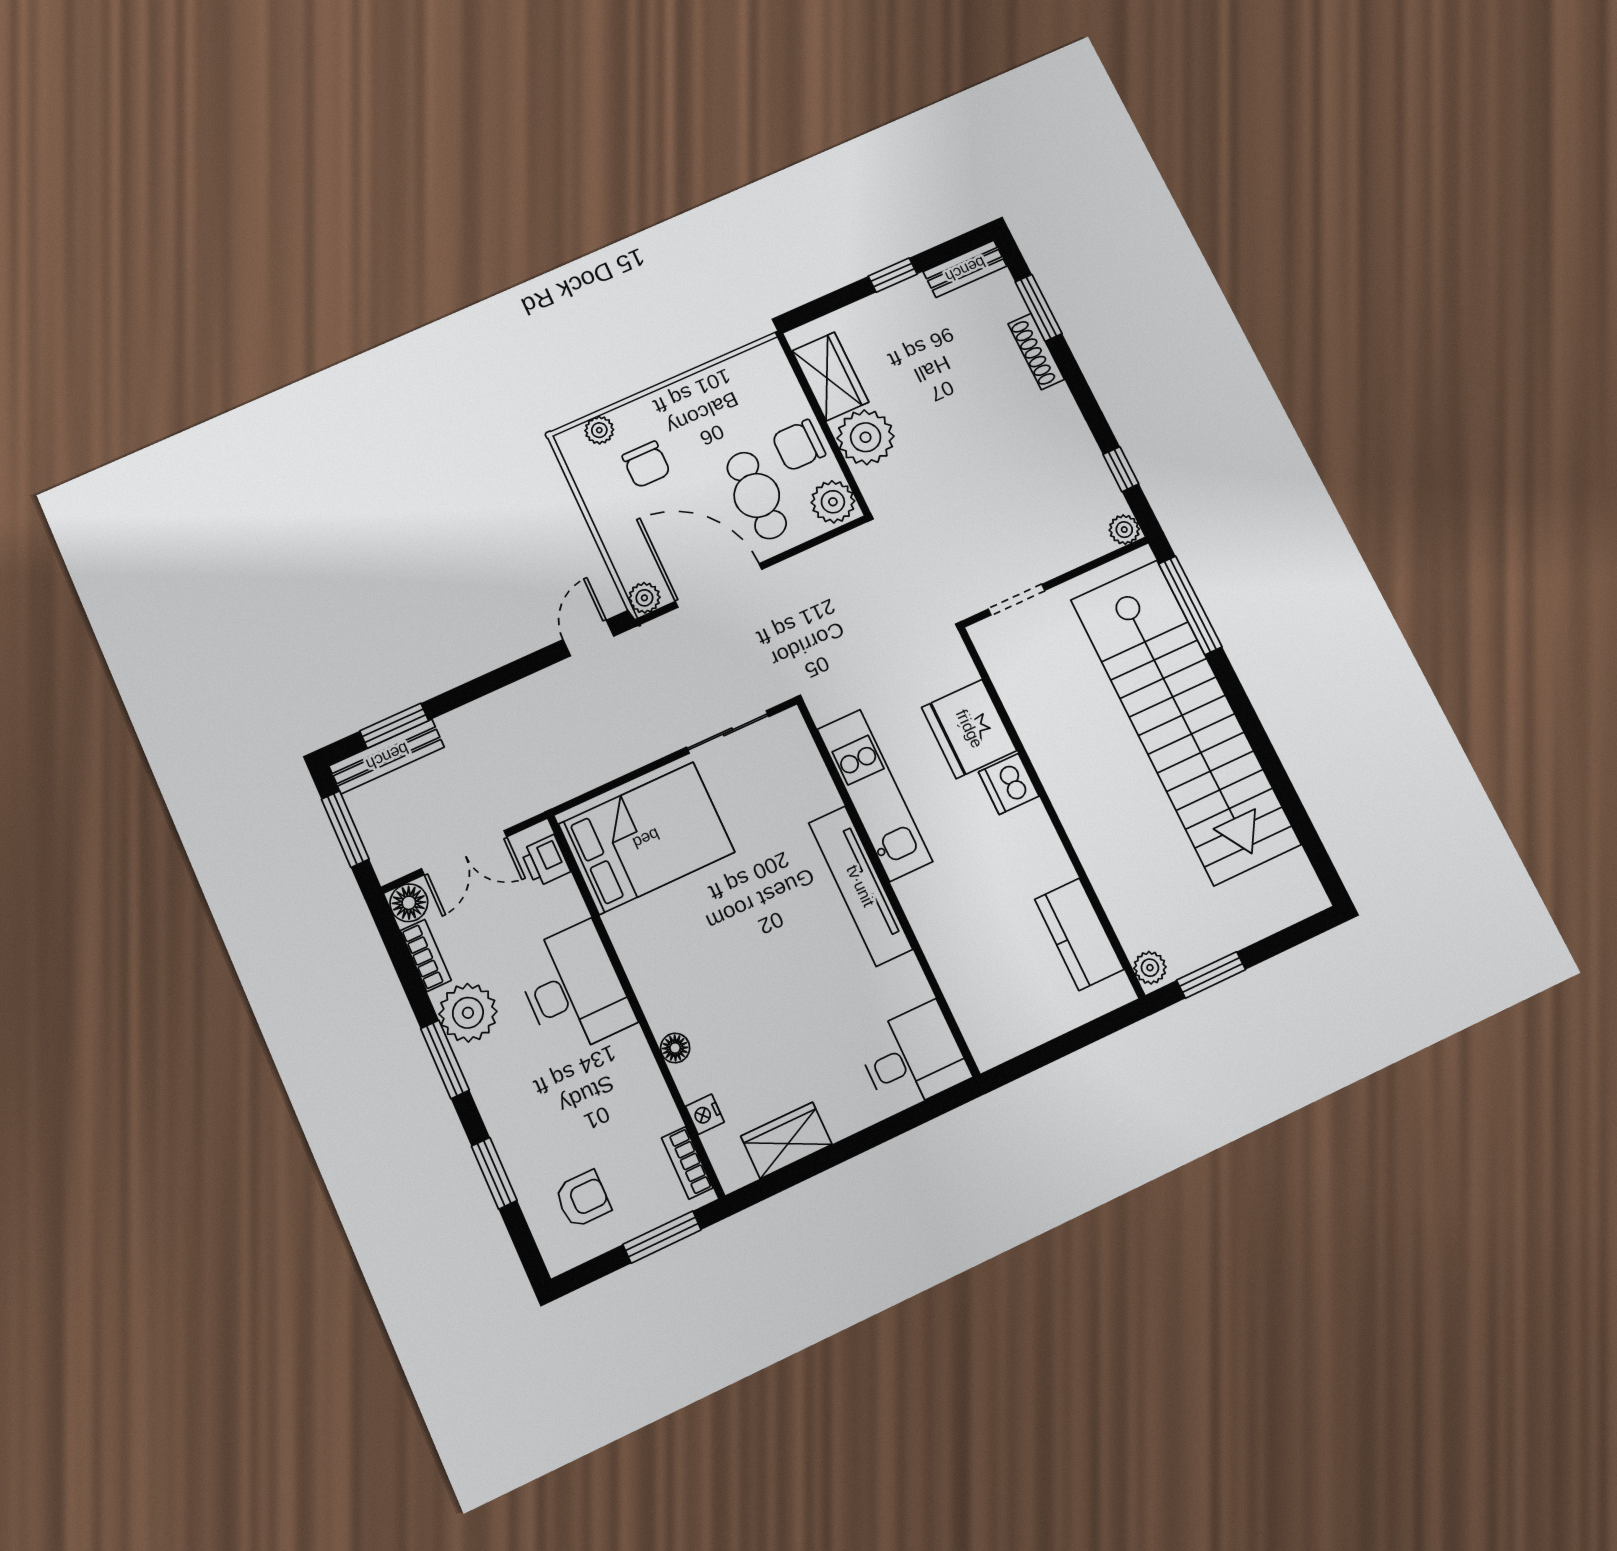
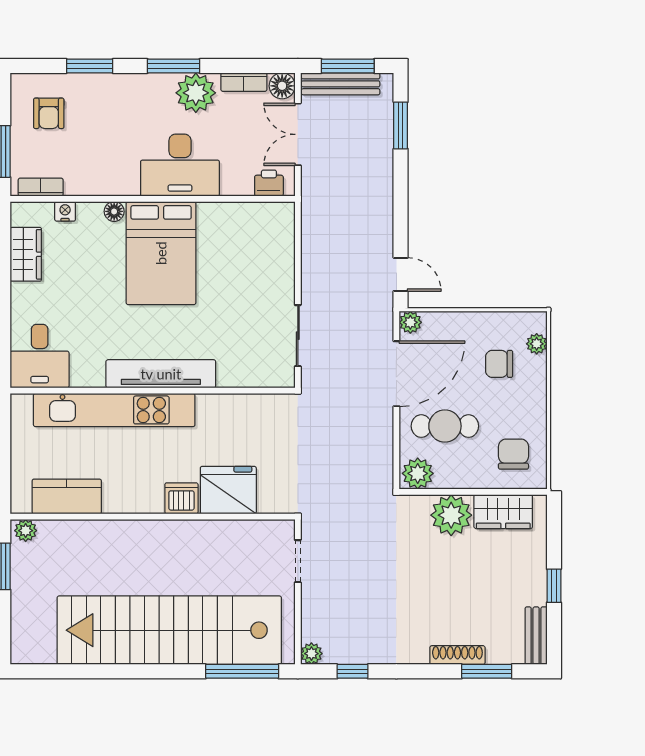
chair: (799, 445) -> (513, 454), moved
bench: (387, 756) -> (341, 84), moved, turned 90
kitchen unit: (875, 795) -> (114, 410), moved, width x1.36
bed: (646, 838) -> (161, 253), moved

